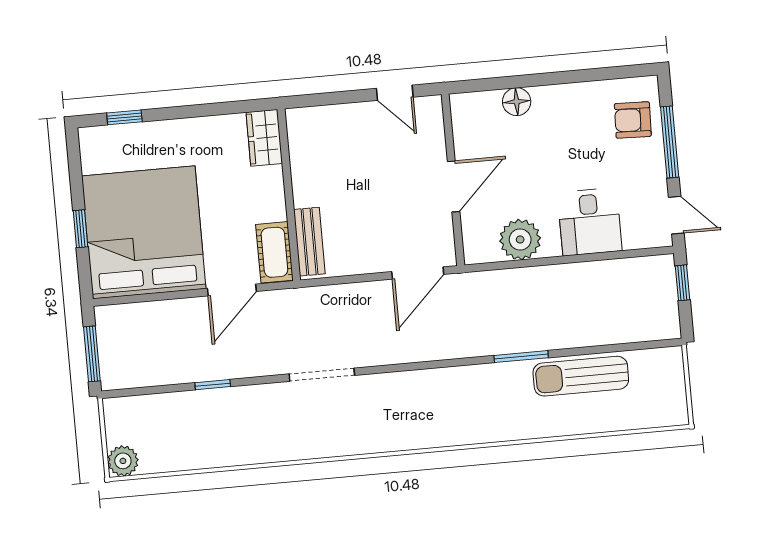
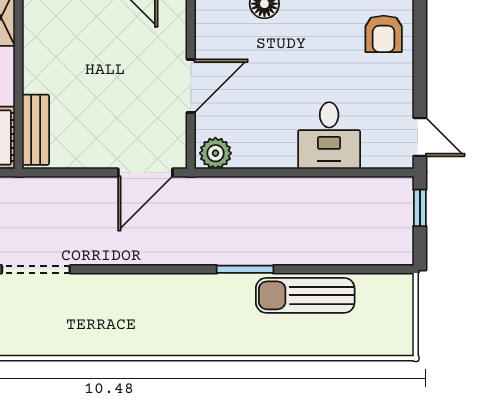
armchair: (633, 120) -> (384, 34), turned -92
window: (670, 142) -> (420, 60), removed
plant: (520, 240) -> (215, 153), moved, width x0.73, depth x0.73

